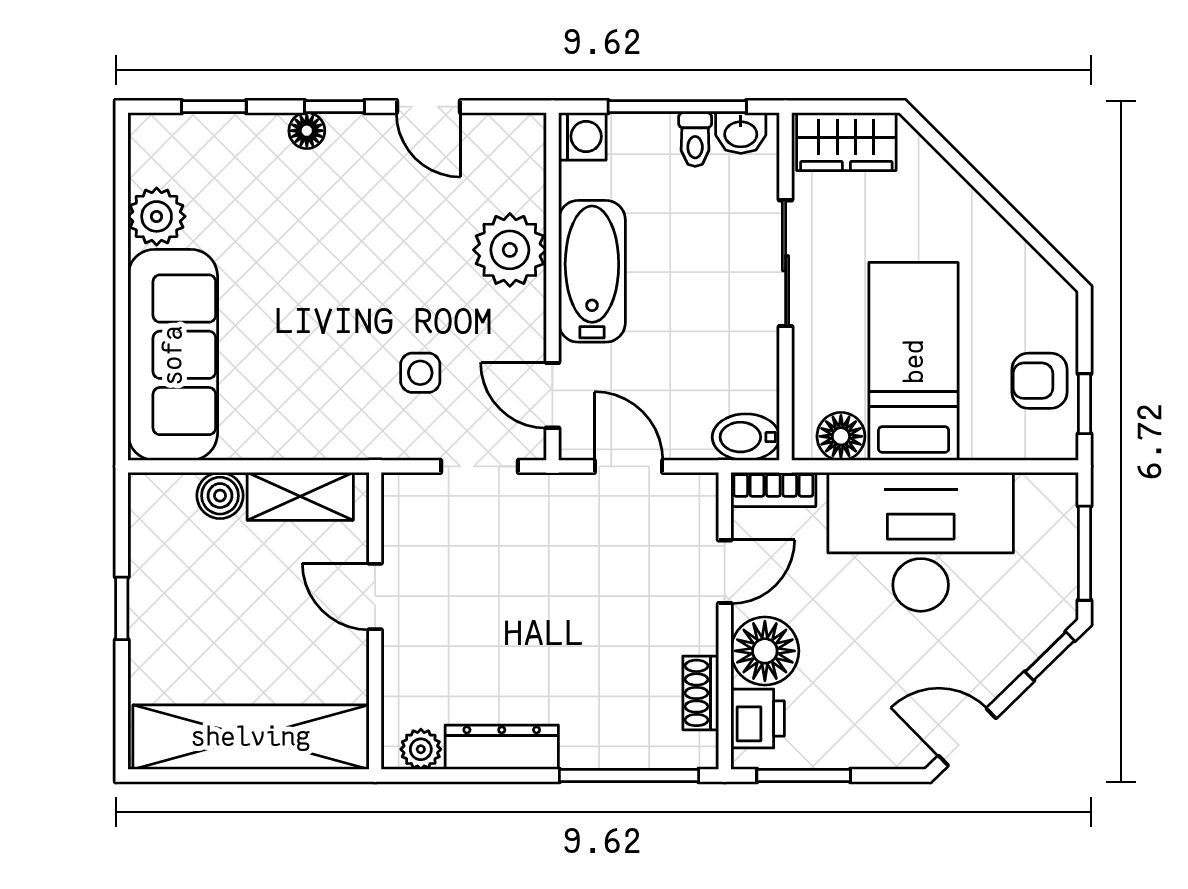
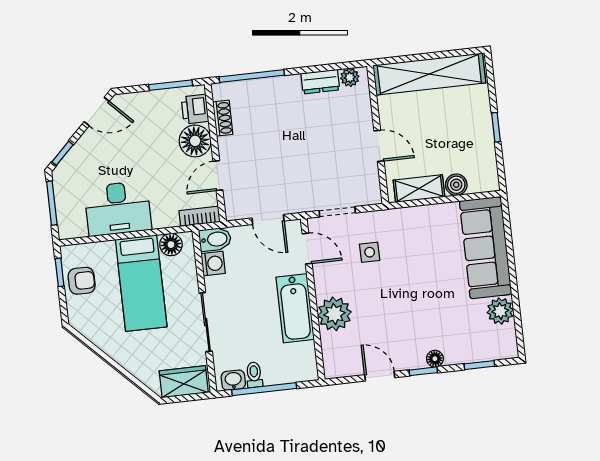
washing machine: (582, 136) -> (213, 263), moved, turned 180
desk: (921, 542) -> (118, 208), width x0.73, depth x0.77
dresser: (502, 747) -> (320, 82), width x0.70

